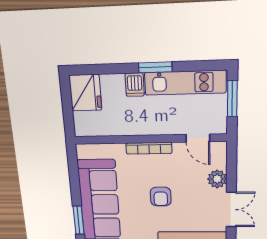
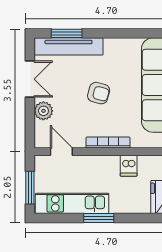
dishwasher: (135, 85) -> (129, 166), moved, turned 180
armchair: (161, 197) -> (99, 93), turned 105
double door: (231, 210) -> (30, 79), swing flipped

